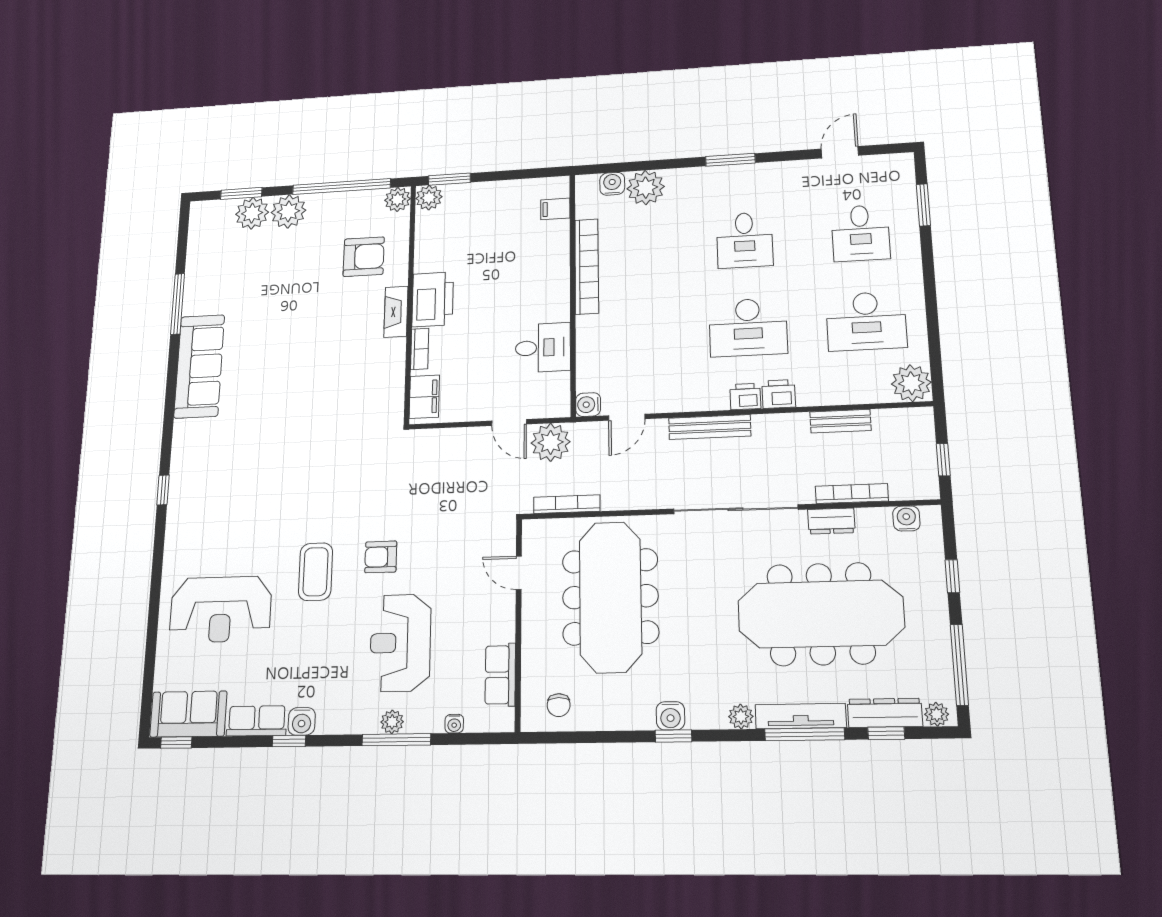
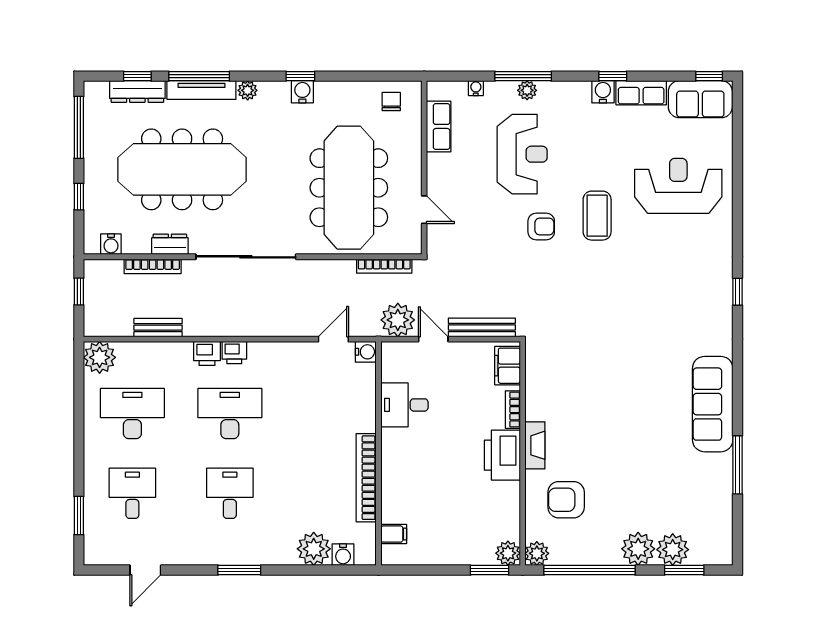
bench: (710, 427) -> (482, 327), moved
plant: (937, 714) -> (99, 90), removed

